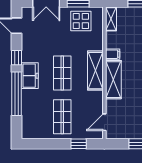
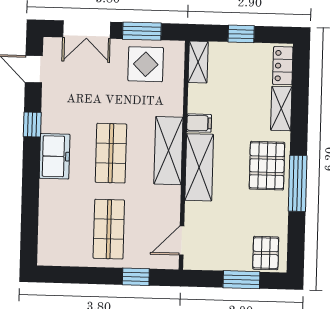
window: (16, 94) -> (31, 187), removed

